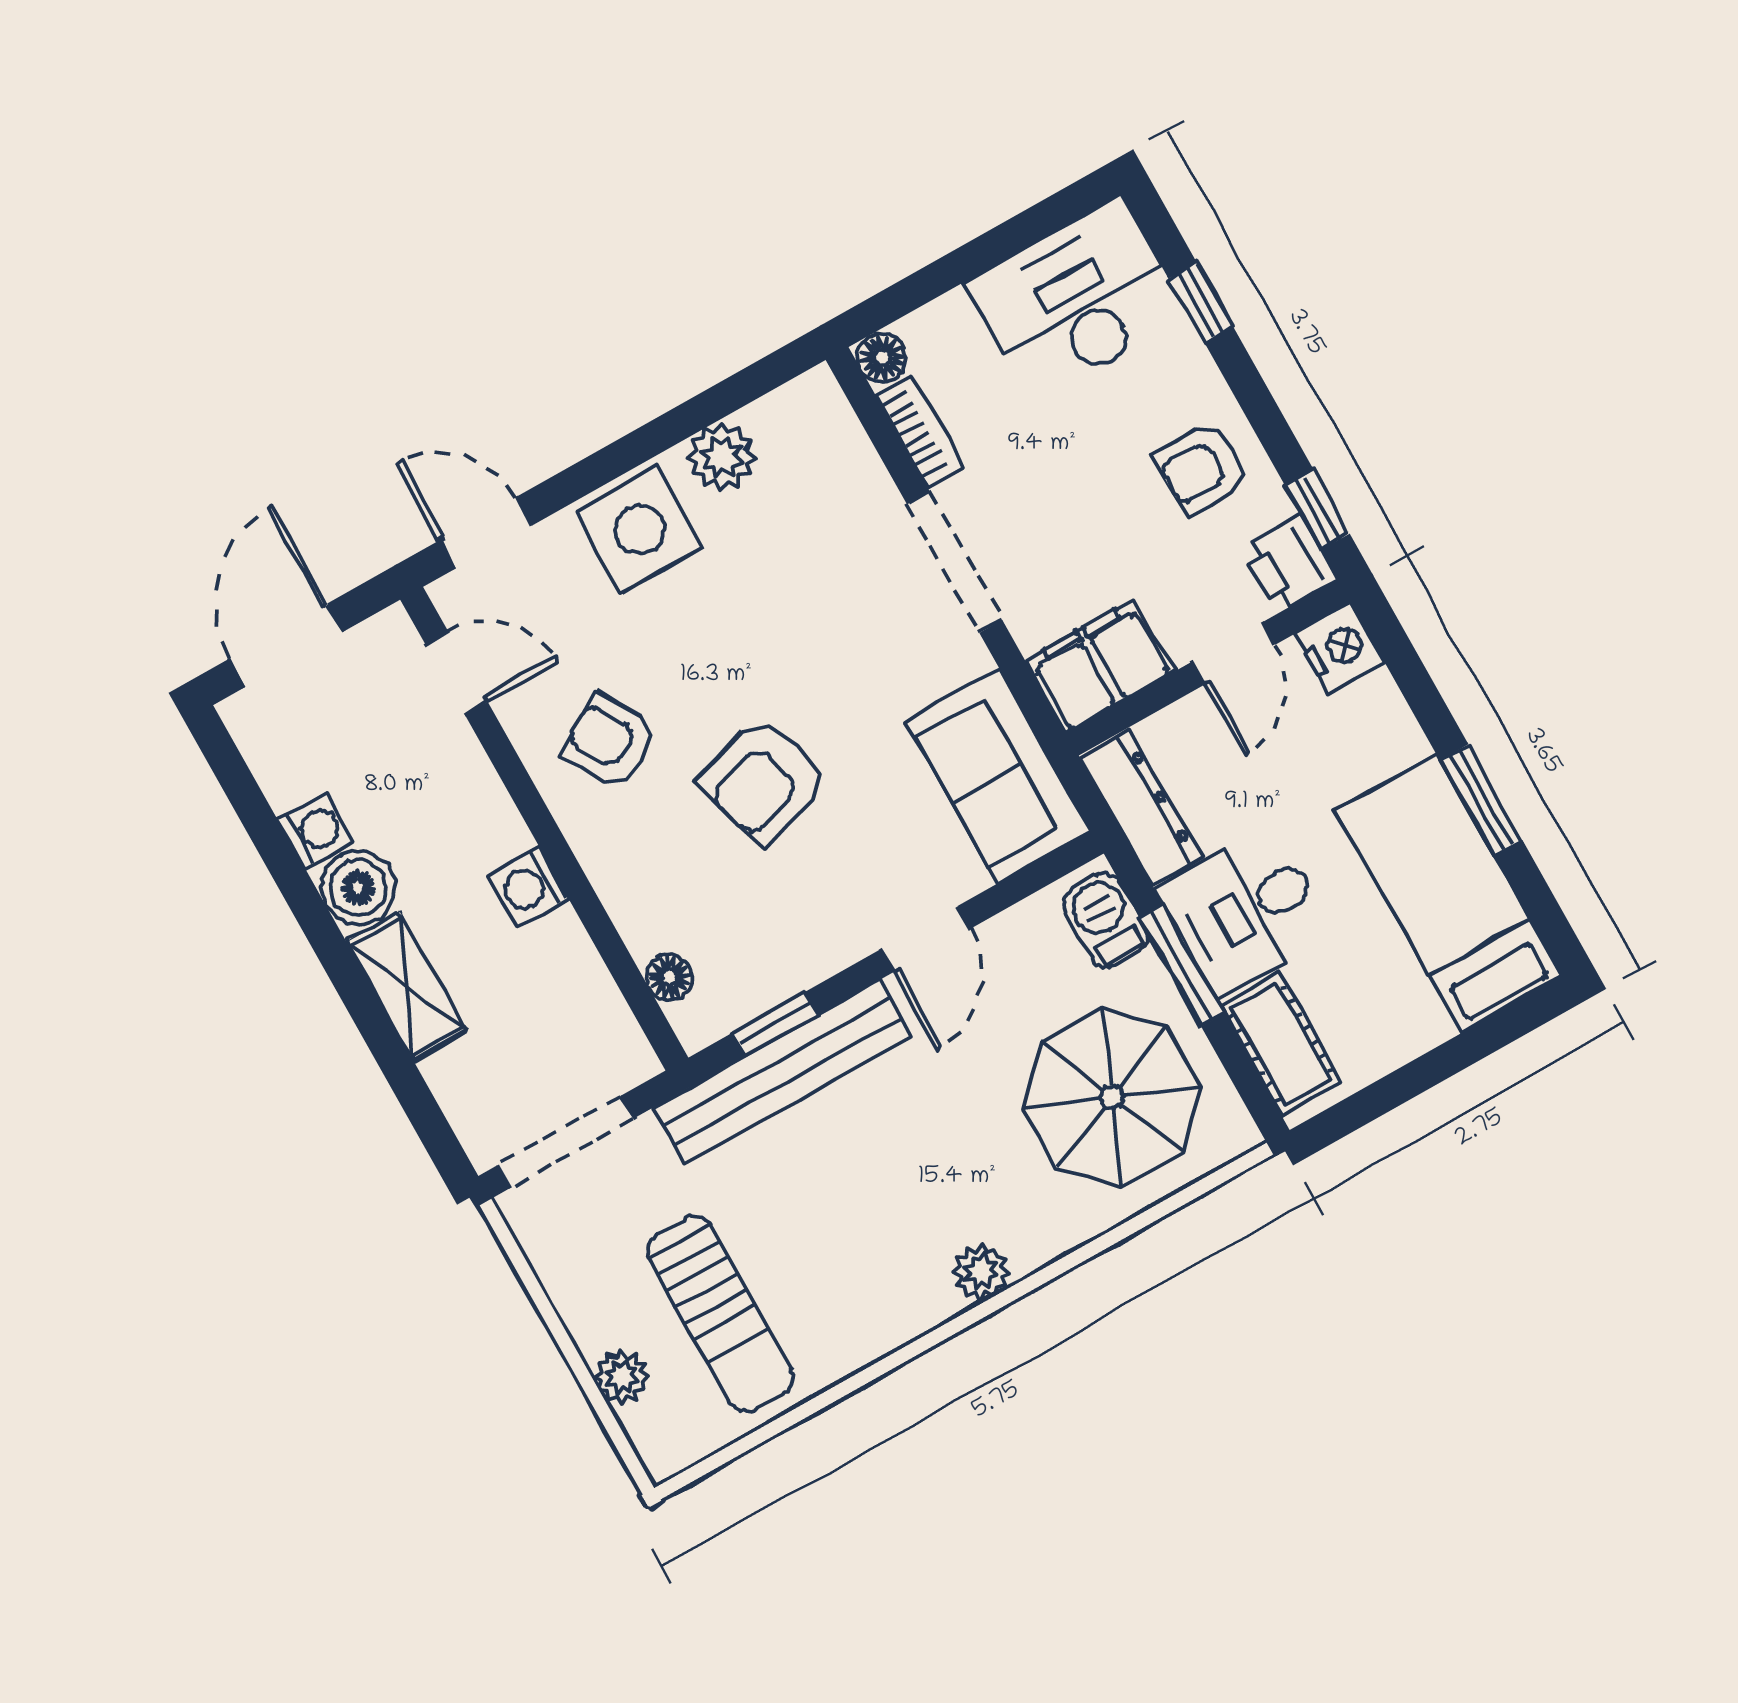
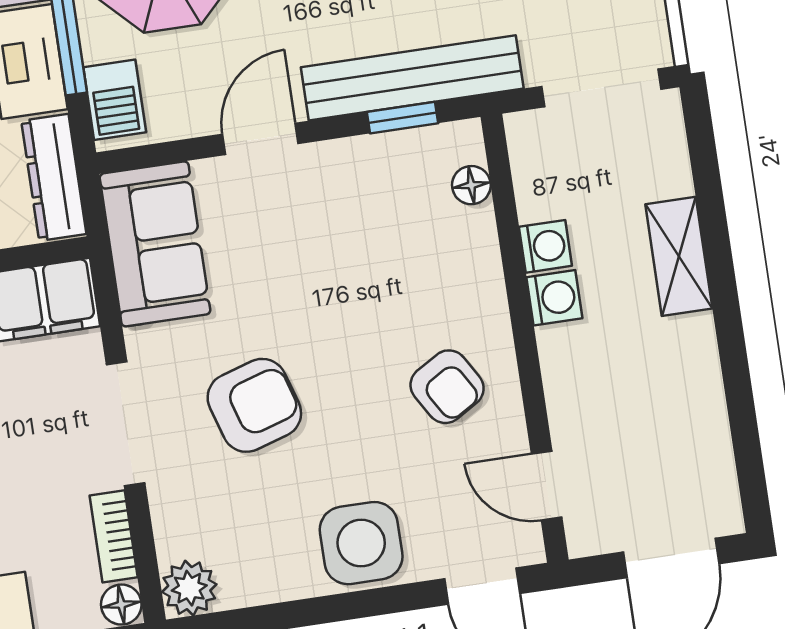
plant: (722, 457) -> (189, 588), moved
armchair: (764, 782) -> (254, 405), moved
washing machine: (316, 831) -> (545, 246), moved, turned 180
boiler: (358, 888) -> (687, 348), removed

